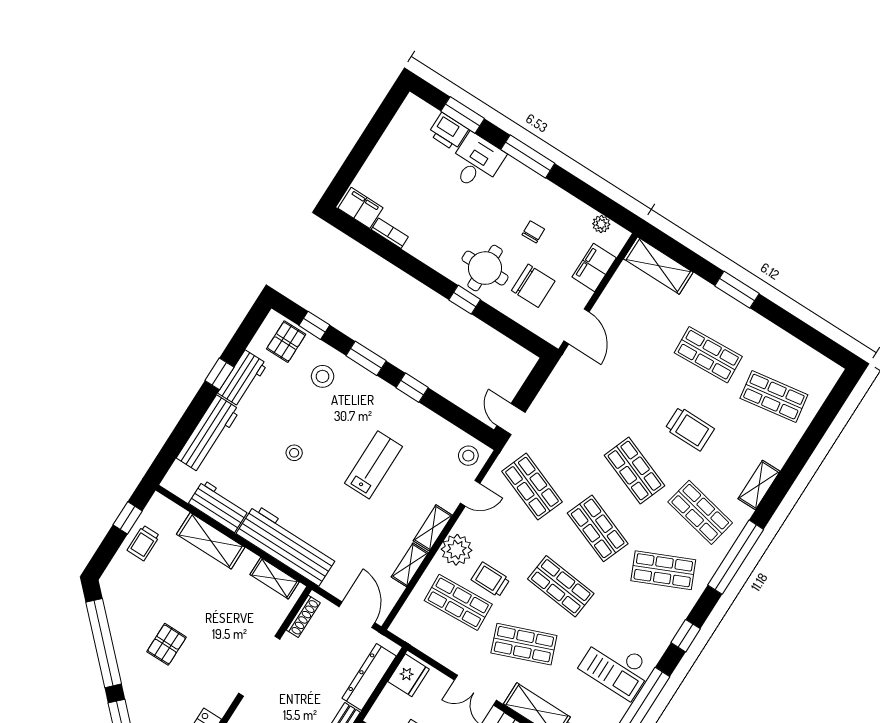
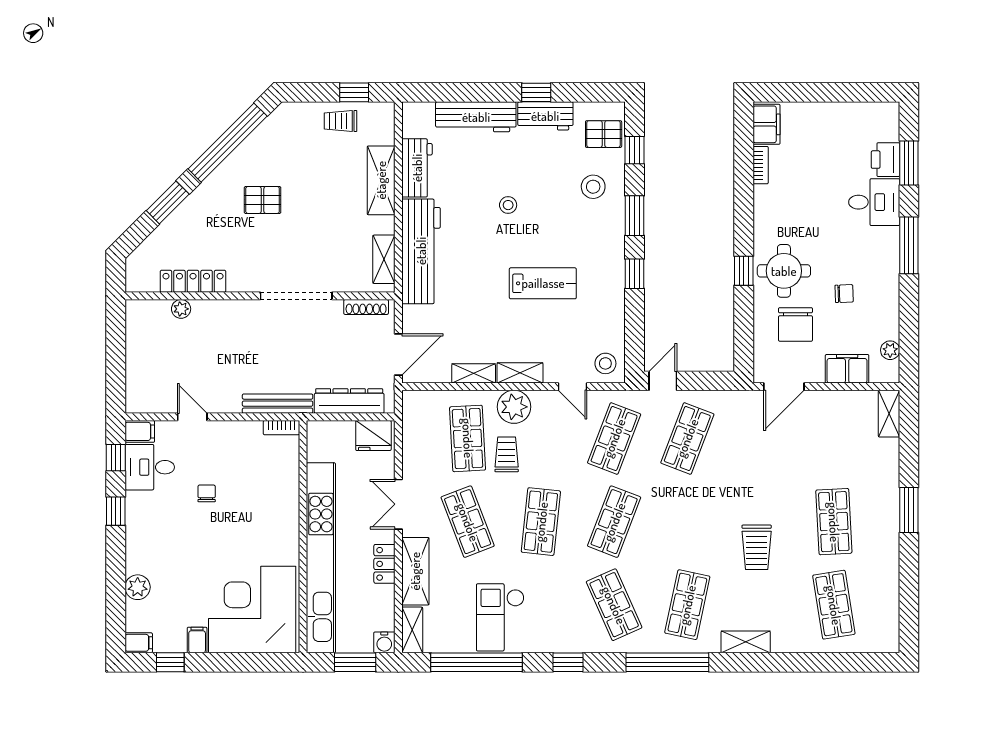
shelving: (658, 266) -> (889, 414), width x0.67, depth x0.75
shop shelf: (635, 471) -> (687, 438), moved

